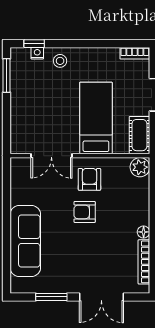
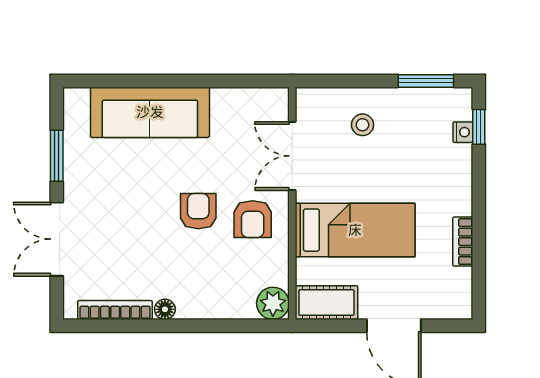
bookcase: (135, 53) -> (463, 242), moved
stool: (60, 61) -> (363, 125), moved
armchair: (89, 179) -> (253, 219), turned 90

